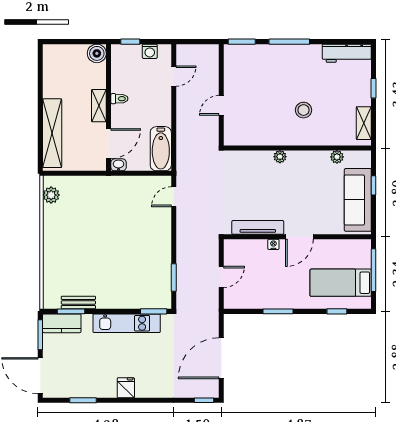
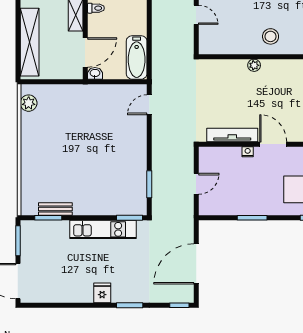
door: (221, 105) -> (196, 15), swing flipped
stool: (304, 110) -> (271, 36), moved
door: (299, 237) -> (273, 144), swing flipped
kitchen counter: (62, 323) -> (39, 229), removed
window: (83, 400) -> (130, 305), moved

